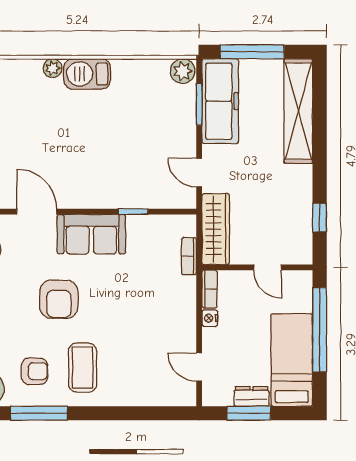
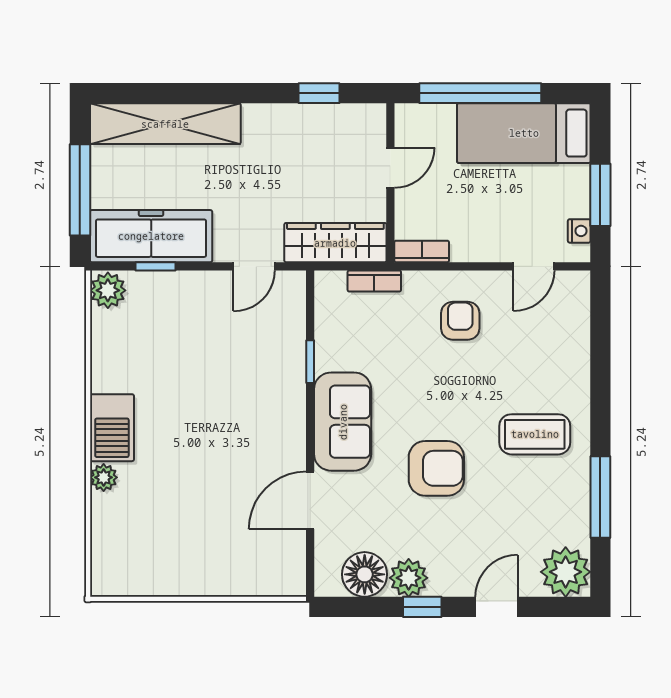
window: (199, 104) -> (155, 266), width x0.67
nightstand: (210, 318) -> (579, 231), moved, turned -90
armchair: (35, 371) -> (460, 321), moved
dresser: (251, 396) -> (576, 191), removed

